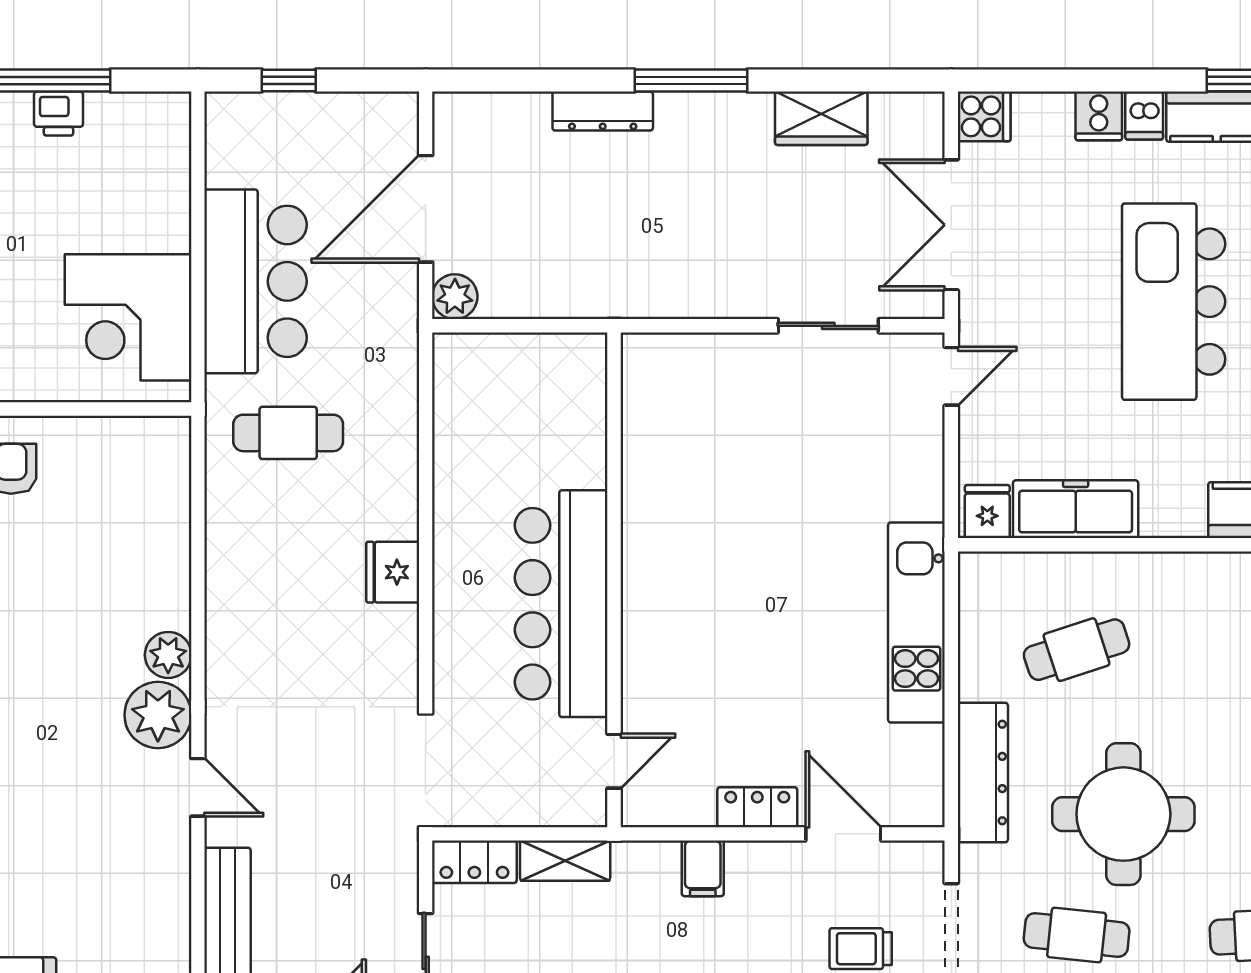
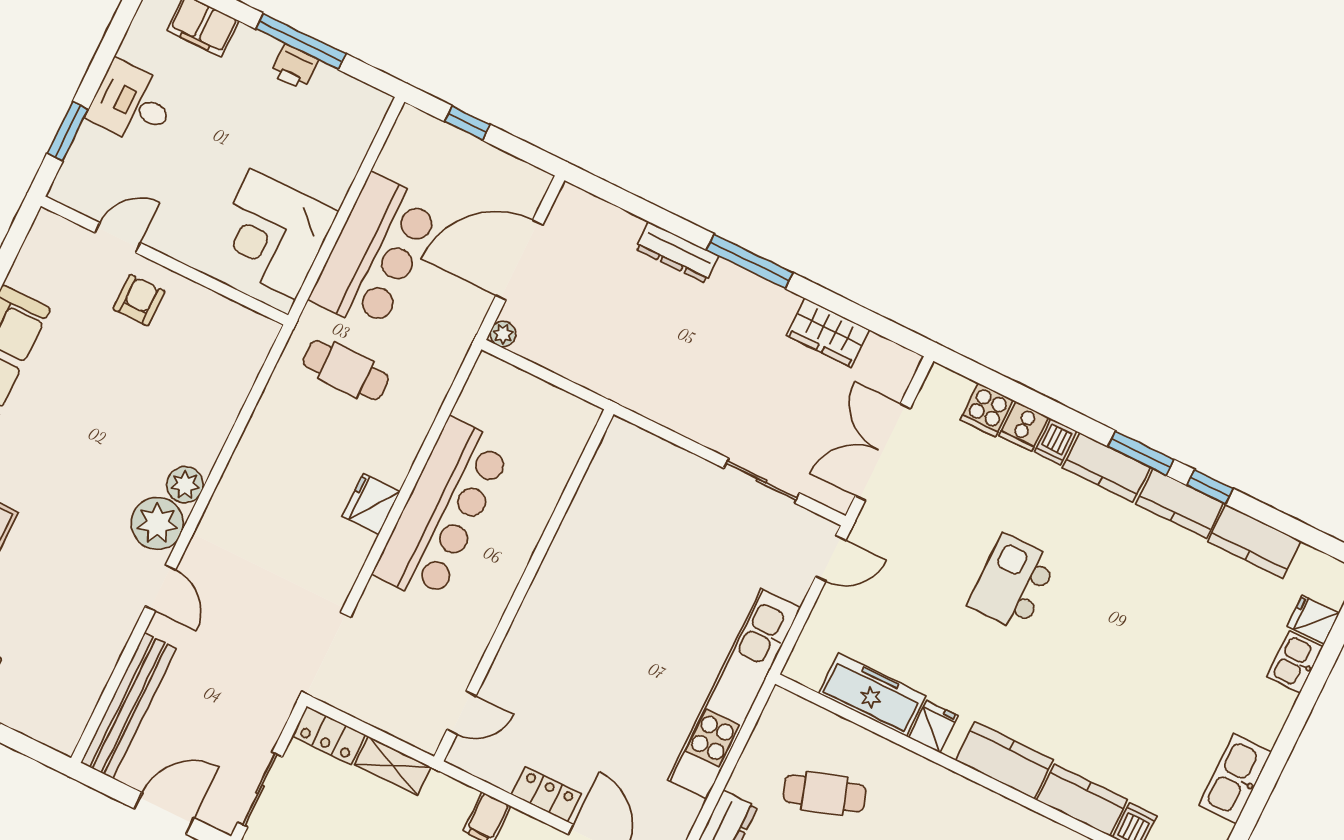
cooker: (984, 116) -> (987, 410), moved, turned 90
plant: (455, 297) -> (503, 334), width x0.73, depth x0.73
kitchen island: (1174, 302) -> (1012, 583), width x0.54, depth x0.78
fridge: (987, 512) -> (933, 727), moved
bar counter: (561, 604) -> (443, 511), moved, turned 180
kitchen unit: (916, 622) -> (734, 694), width x1.36

